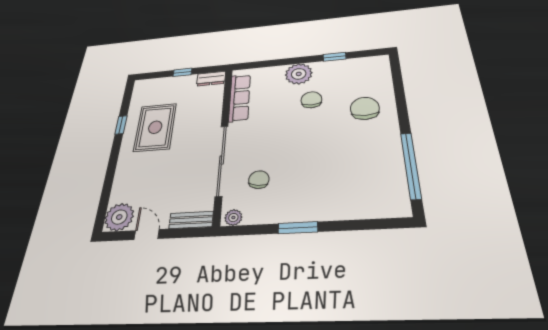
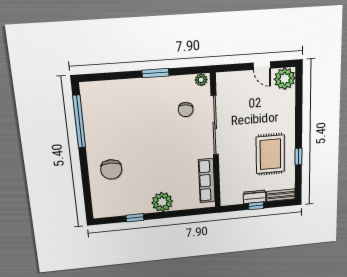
dresser: (211, 79) -> (255, 197), moved
chair: (311, 100) -> (151, 178), removed
bench: (191, 220) -> (281, 195), moved

